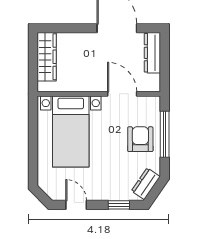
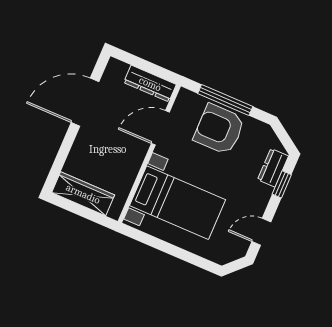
dresser: (152, 53) -> (150, 84), moved
armchair: (140, 139) -> (219, 129), width x1.36, depth x1.36
dresser: (146, 184) -> (273, 168), moved, turned 55

